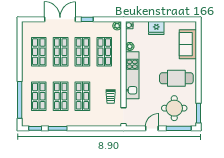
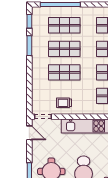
door: (152, 128) -> (29, 133), moved

